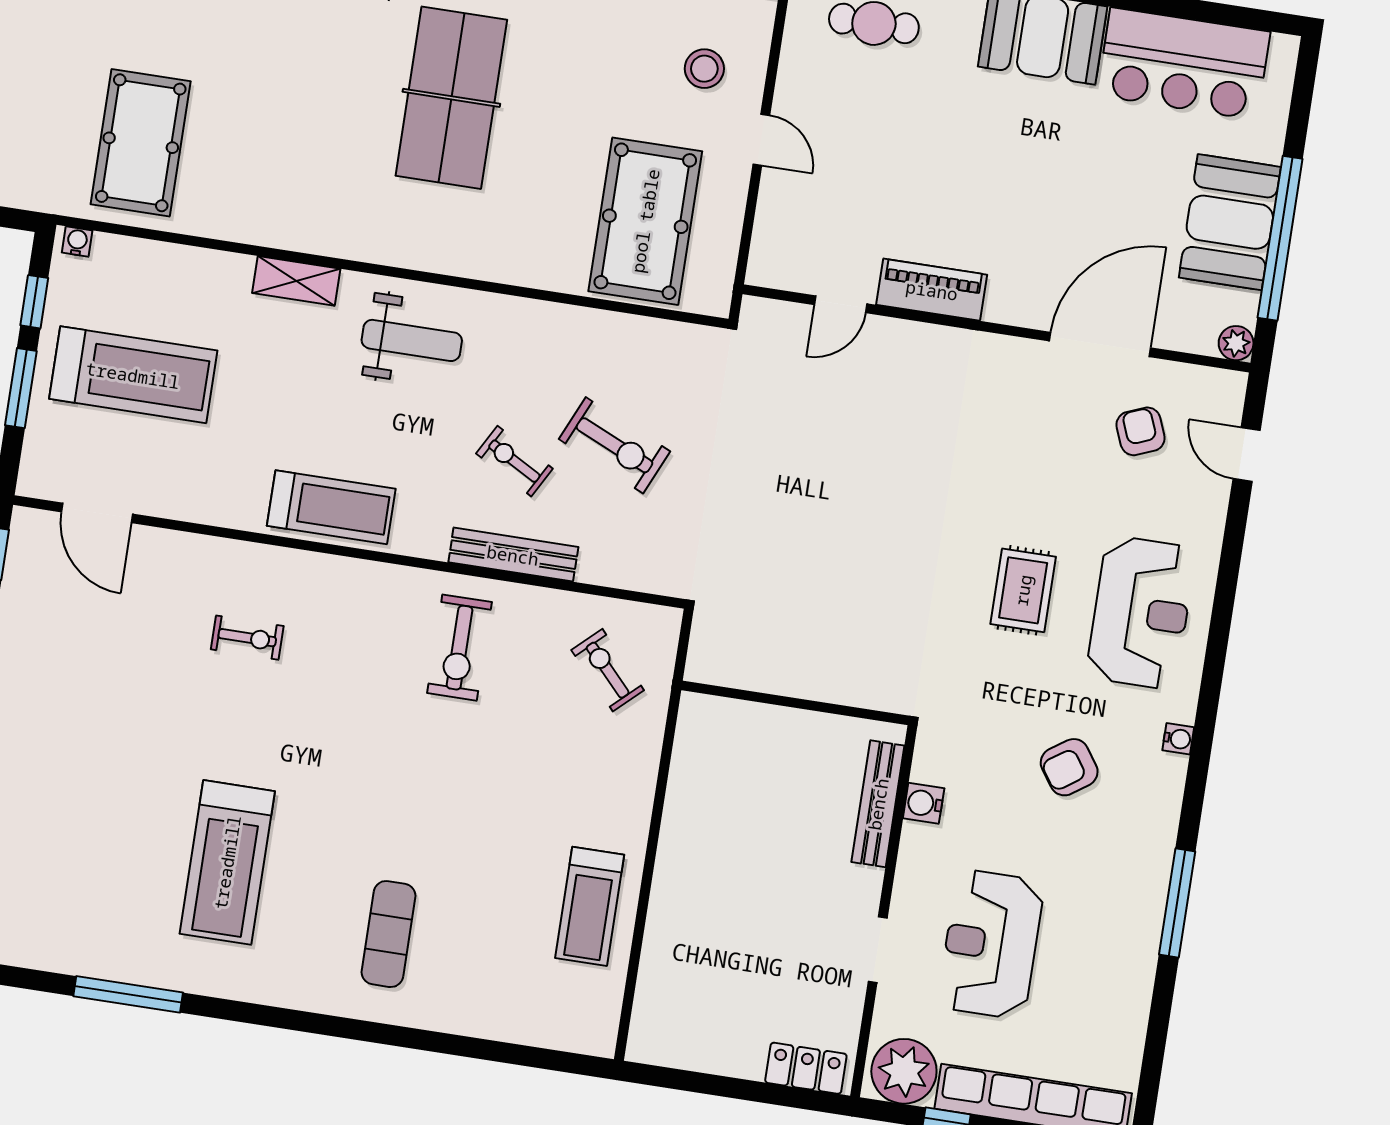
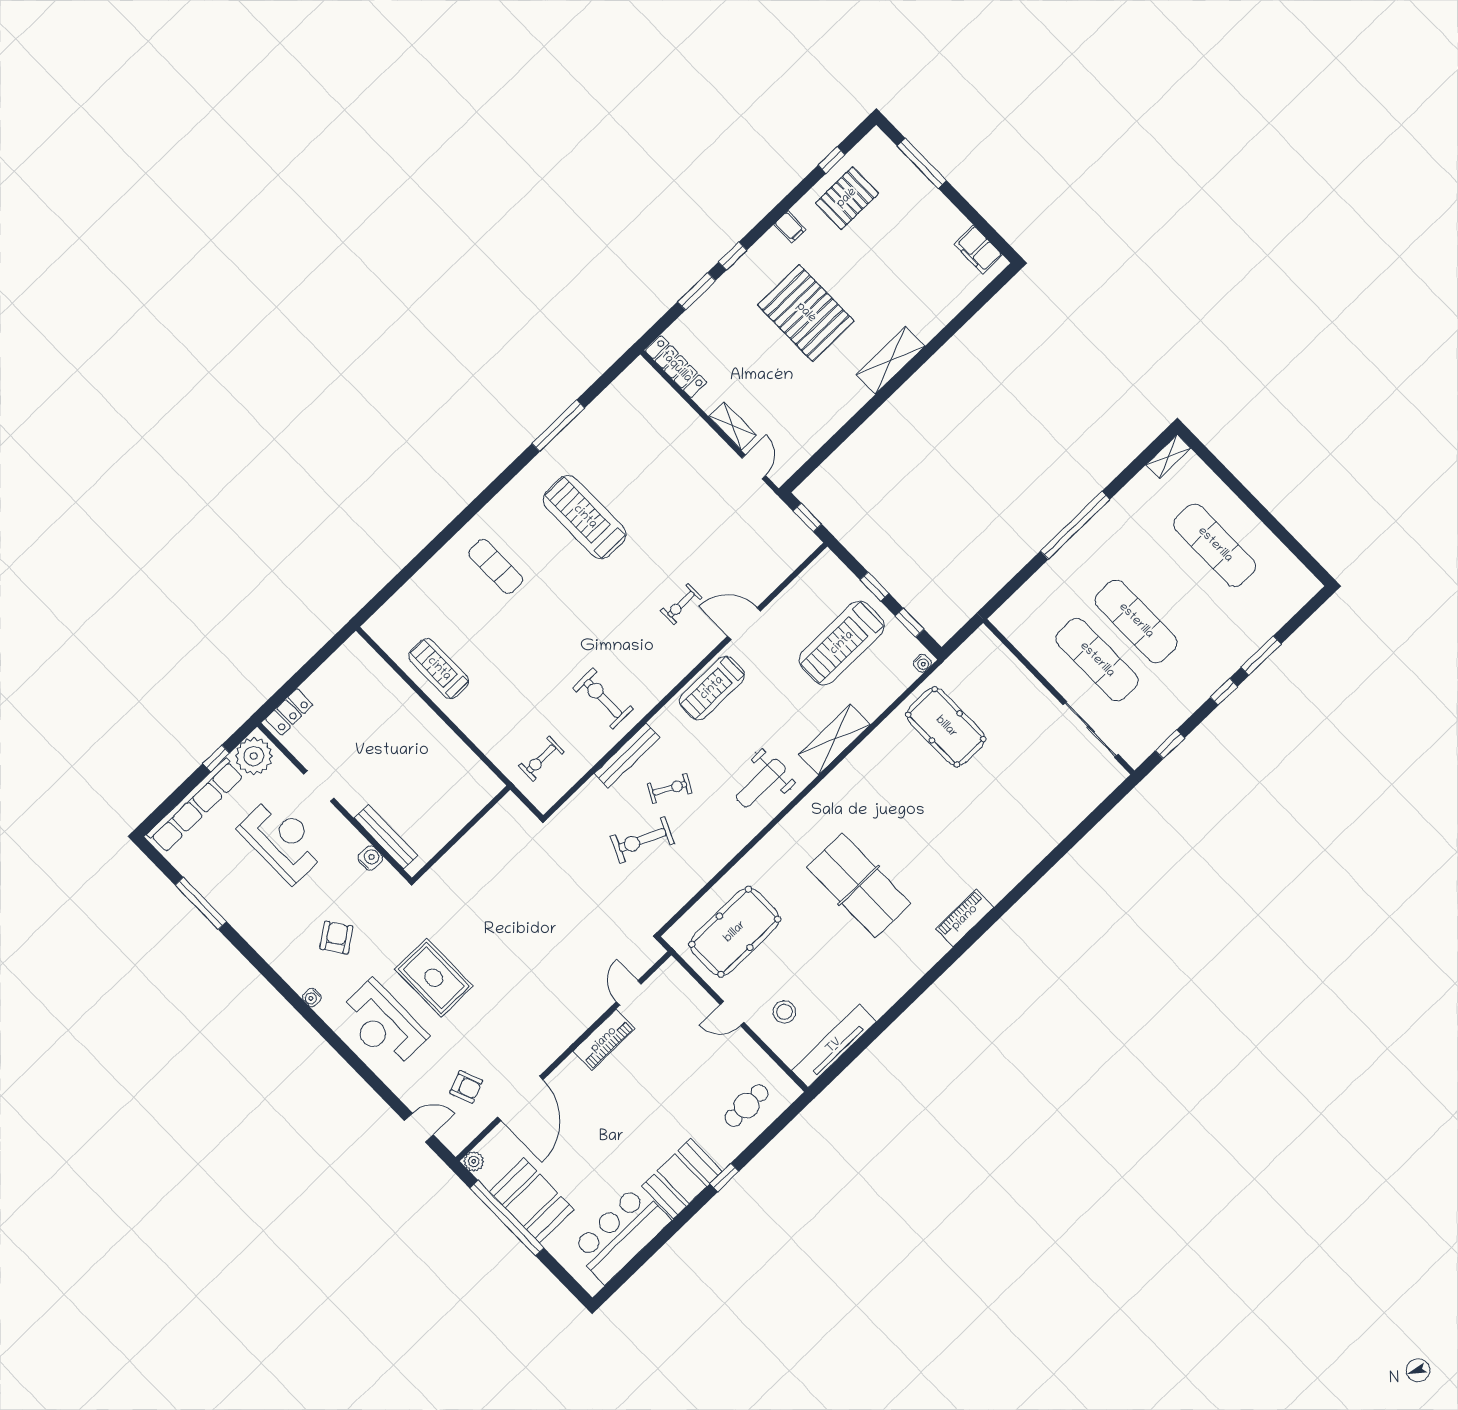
pool table: (645, 221) -> (735, 932), turned 90
shelving: (296, 281) -> (834, 739), width x1.50, depth x1.33
window: (21, 388) -> (874, 587), width x0.67
door: (97, 513) -> (744, 624), moved
rug: (1023, 590) -> (434, 978), width x1.36, depth x1.43
exercise bike: (608, 670) -> (541, 759), turned 133
window: (1177, 903) -> (201, 903), moved

